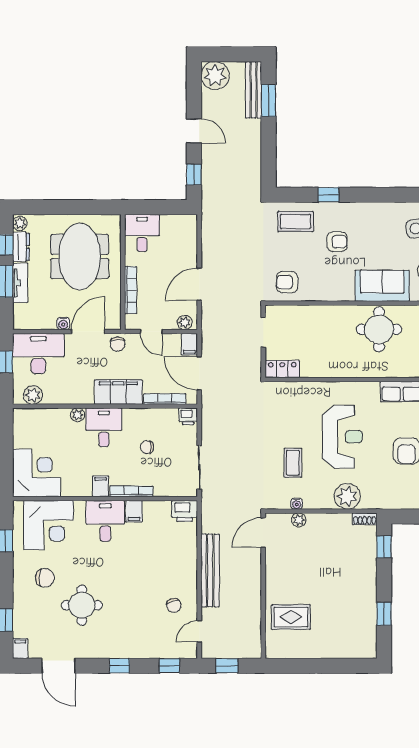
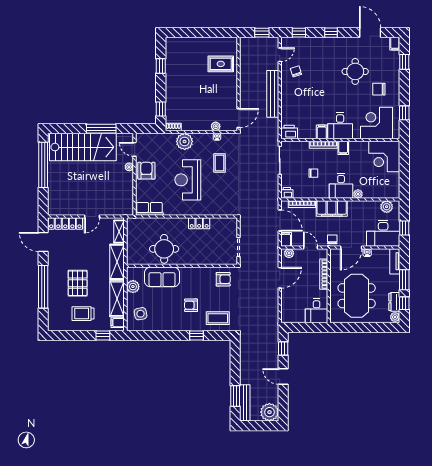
tv unit: (20, 283) -> (395, 261), moved
locker: (282, 369) -> (199, 223), moved

